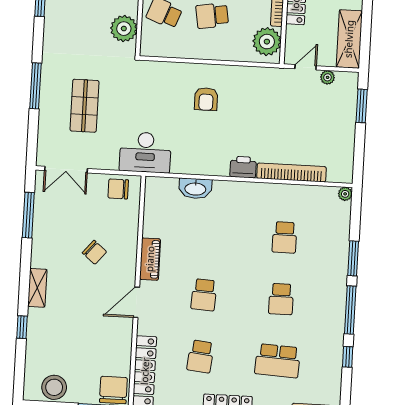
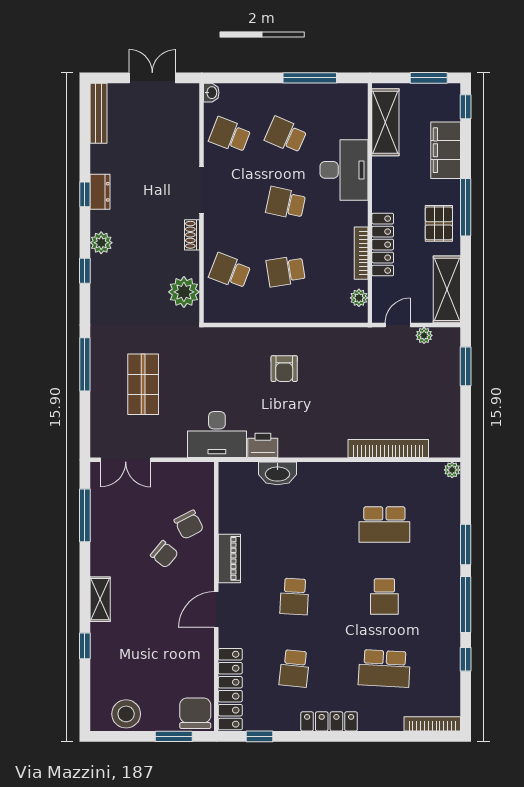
plant: (267, 42) -> (359, 298), width x0.53, depth x0.53
printer: (243, 167) -> (263, 445), moved
chair: (118, 189) -> (189, 525), moved, turned -117
school desk: (284, 237) -> (384, 525), width x1.85

